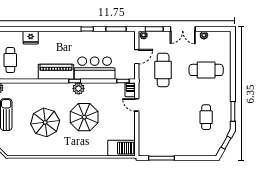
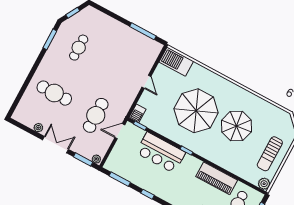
door: (137, 57) -> (120, 131), moved
piano: (56, 72) -> (217, 178), moved
plant: (79, 88) -> (187, 141), removed
door: (137, 105) -> (146, 82), moved
parasol: (84, 117) -> (196, 111), width x1.36, depth x1.36

